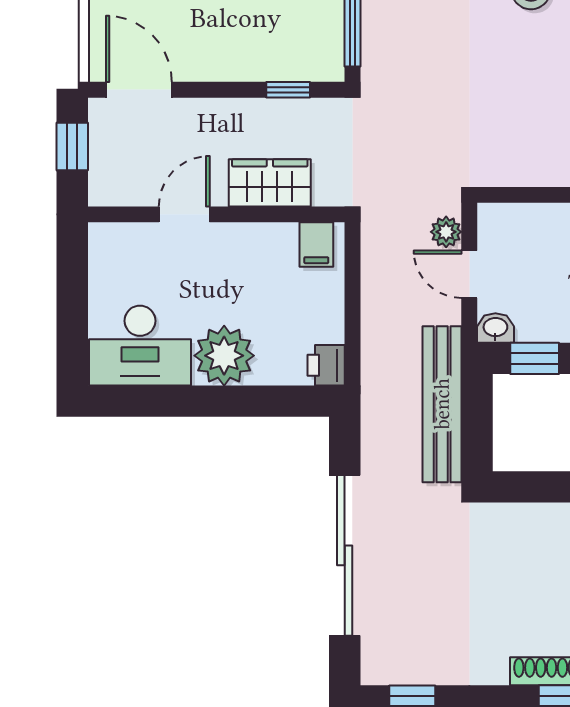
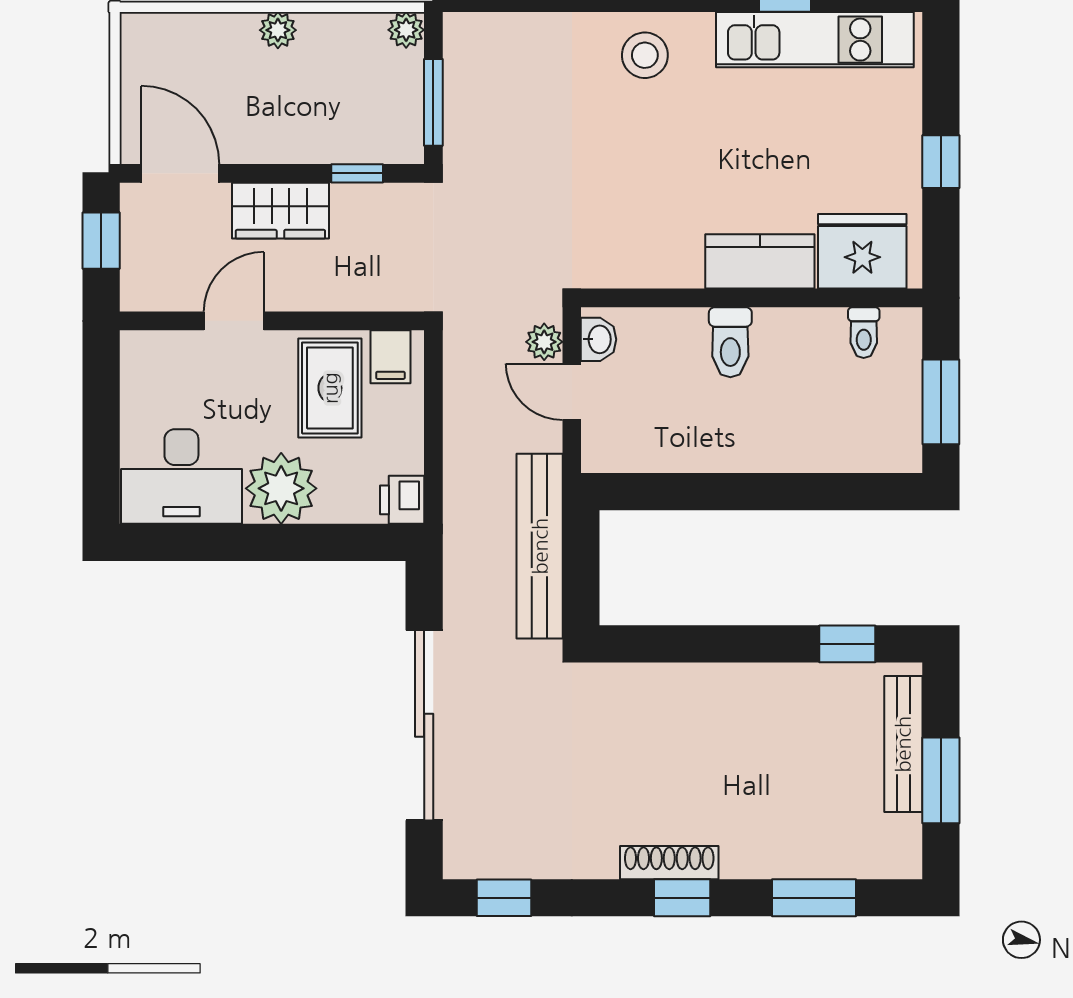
wardrobe: (270, 183) -> (280, 211), moved, turned 180
rug: (265, 271) -> (330, 388), added
washbasin: (495, 328) -> (599, 339), moved, turned 90
window: (535, 358) -> (649, 492), removed

